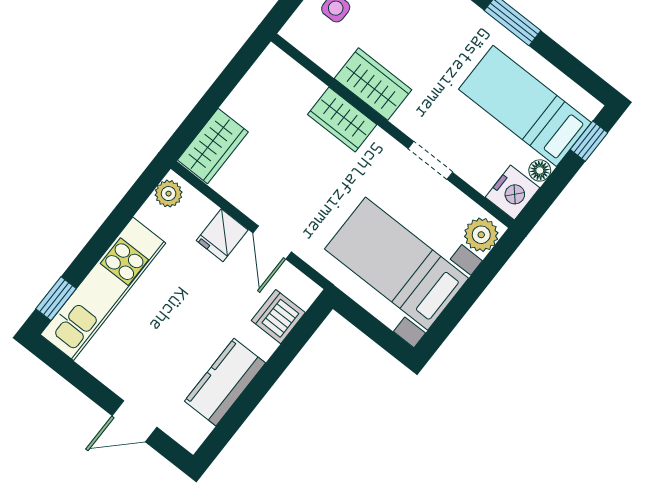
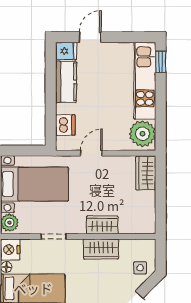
plant: (169, 194) -> (143, 134), width x1.88, depth x1.88
fridge: (222, 235) -> (66, 51), moved, turned 90
door: (272, 242) -> (91, 153), hinge flipped

